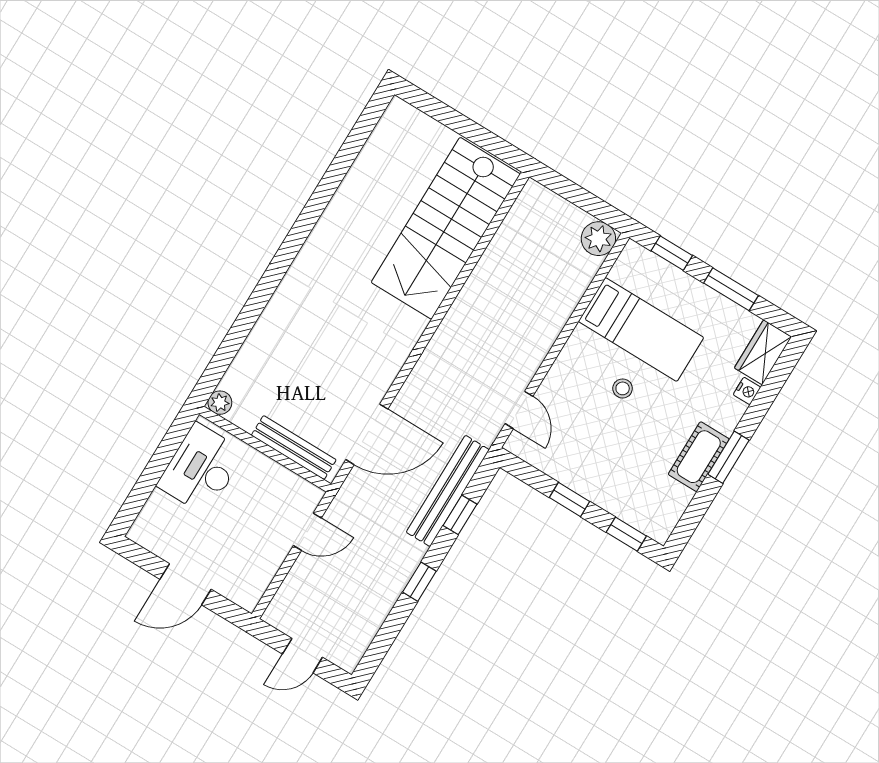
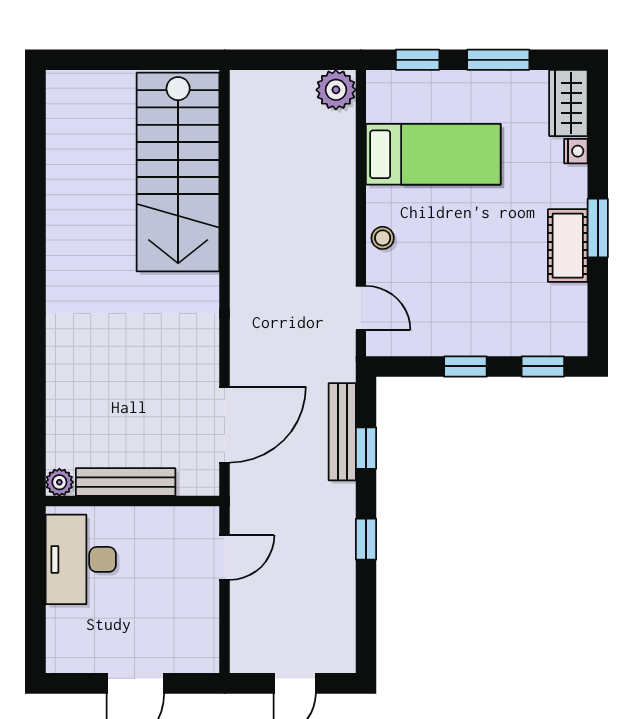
stool: (623, 388) -> (383, 238), moved
bench: (294, 448) -> (126, 482), moved
bench: (448, 491) -> (342, 432), width x0.73, depth x0.82

